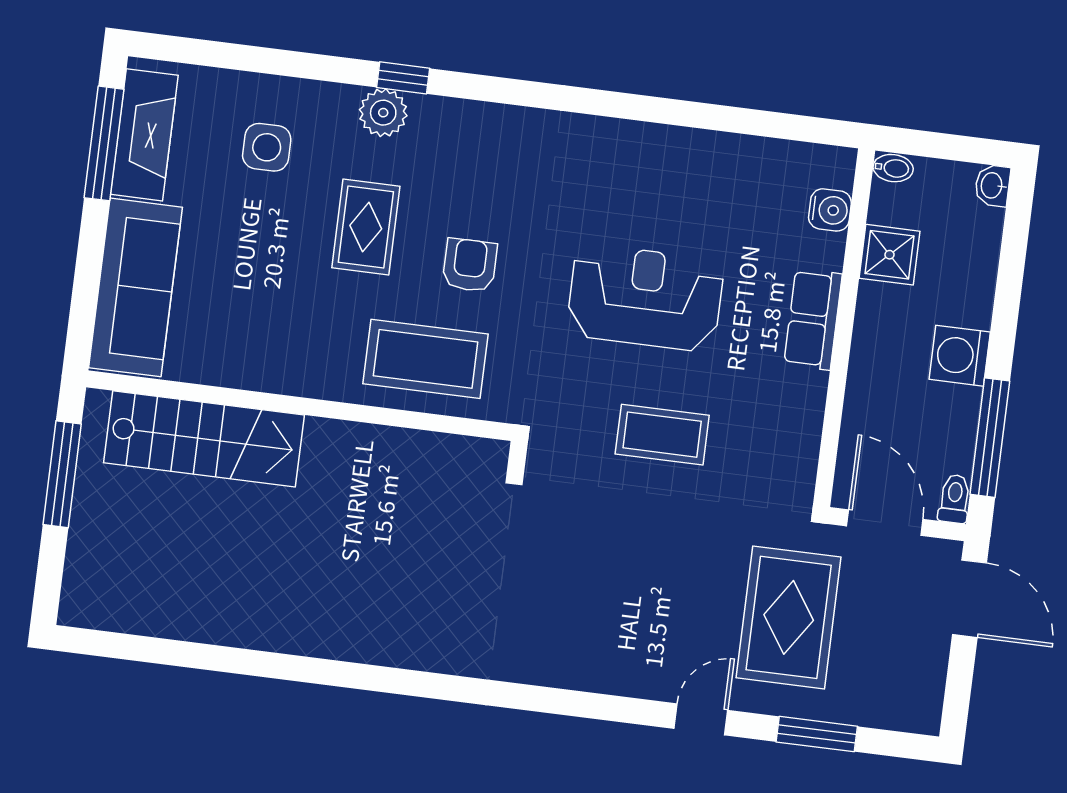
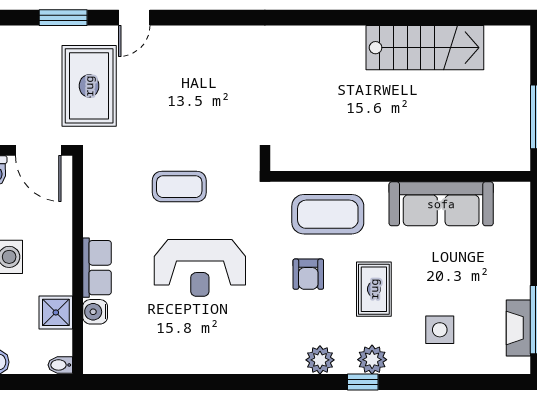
plant: (468, 123) -> (320, 360), added
fireplace: (144, 135) -> (518, 328), width x0.73, depth x0.76
water cooler: (830, 210) -> (95, 312), moved
sofa: (135, 287) -> (441, 204), moved, turned -90
stairs: (204, 439) -> (425, 48), moved, turned 180

